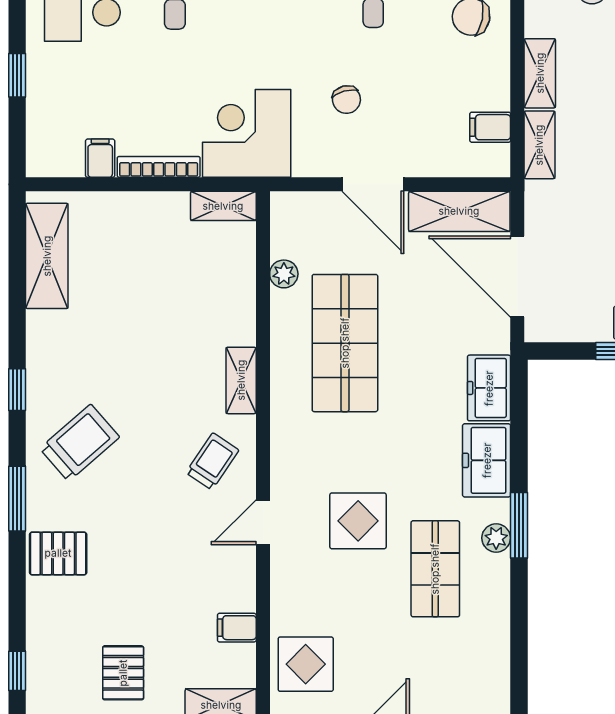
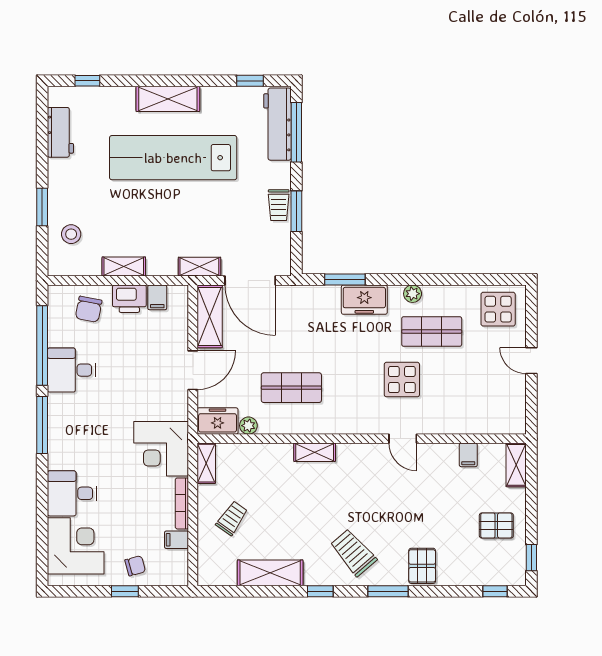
printer: (488, 82) -> (129, 299), added
chair: (346, 100) -> (135, 566), moved
shelving: (539, 145) -> (199, 267), moved
shelving: (47, 256) -> (270, 573), moved
door: (517, 277) -> (250, 281), hinge flipped
shop shelf: (345, 343) -> (291, 388), width x0.70, depth x0.74
freezer: (489, 388) -> (218, 421), moved, turned 180
trolley: (212, 461) -> (232, 518), moved, turned 91
window: (519, 525) -> (345, 279), moved
display table: (306, 664) -> (498, 309), moved

